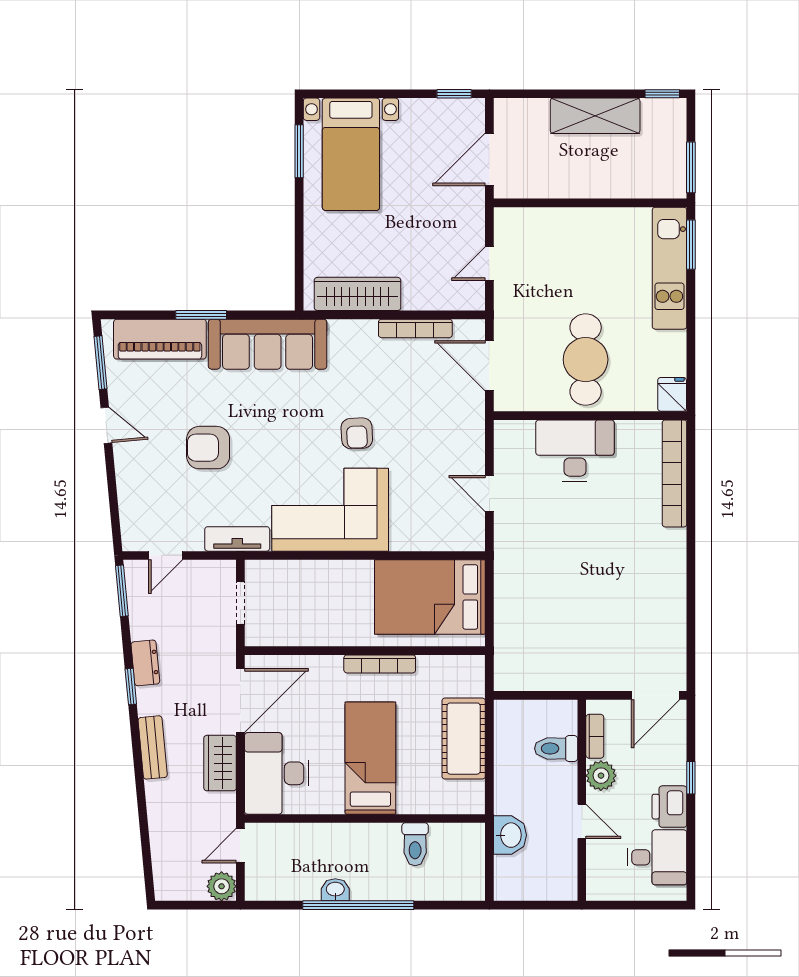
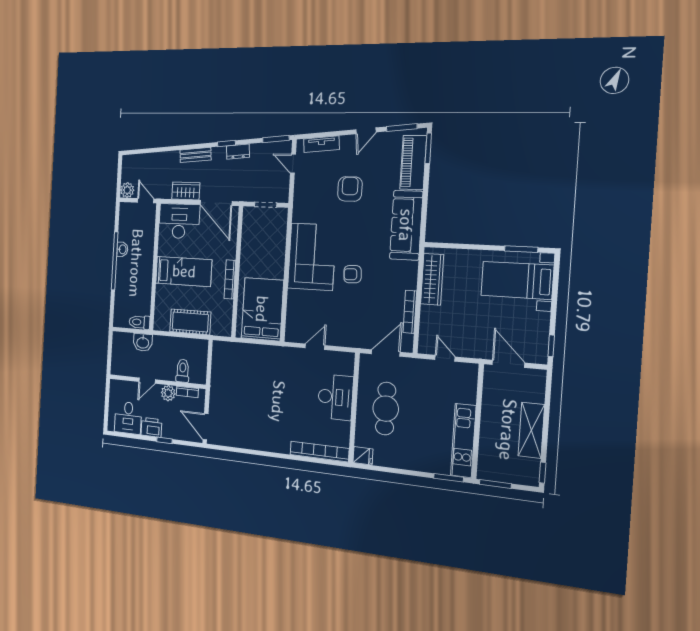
kitchen unit: (669, 268) -> (463, 441), moved, turned -90
window: (201, 315) -> (428, 148), moved
cafe table: (586, 360) -> (386, 409), turned 90
tv unit: (237, 539) -> (321, 144), moved, turned 85
toilet: (415, 844) -> (140, 322), moved

